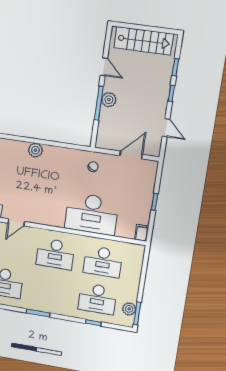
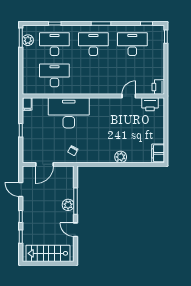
desk: (55, 254) -> (93, 44), moved

